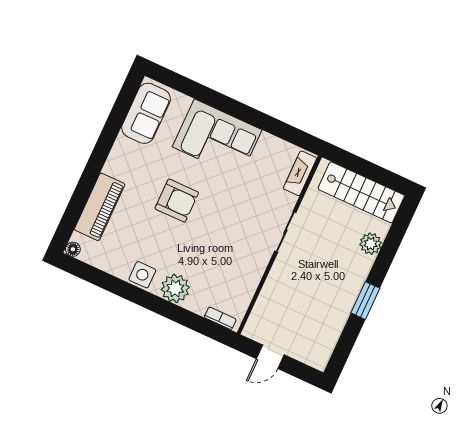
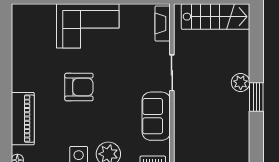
sofa: (146, 113) -> (156, 116), moved, turned 180
plant: (371, 244) -> (241, 82), moved

